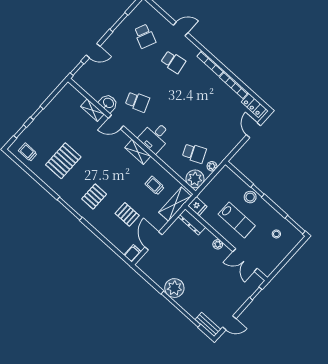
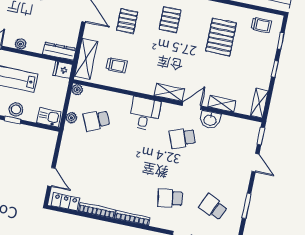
door: (93, 51) -> (255, 163), swing flipped
shelving: (64, 94) -> (259, 103), added
shelving: (138, 152) -> (169, 92), moved
kitchen sink: (229, 176) -> (49, 117), added
plant: (195, 179) -> (77, 90), width x0.53, depth x0.53
pallet: (127, 214) -> (127, 21), turned 90

